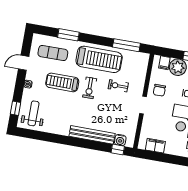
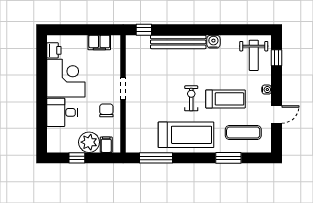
treadmill: (99, 59) -> (186, 135), turned 180
exercise bike: (118, 86) -> (157, 107), removed
water cooler: (120, 140) -> (213, 42), moved

